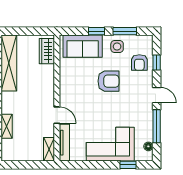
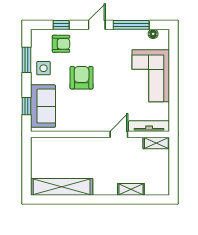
window: (96, 31) -> (27, 106), moved
wardrobe: (47, 51) -> (49, 145), removed
window: (128, 165) -> (173, 56), removed

